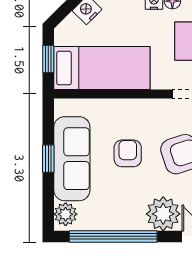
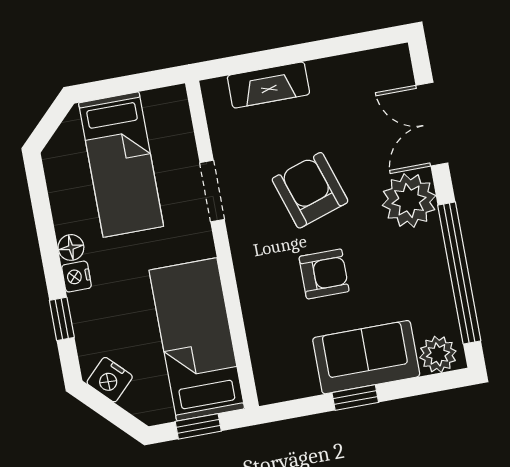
armchair: (128, 153) -> (324, 274), turned 180
sofa: (72, 159) -> (366, 357), width x0.73

